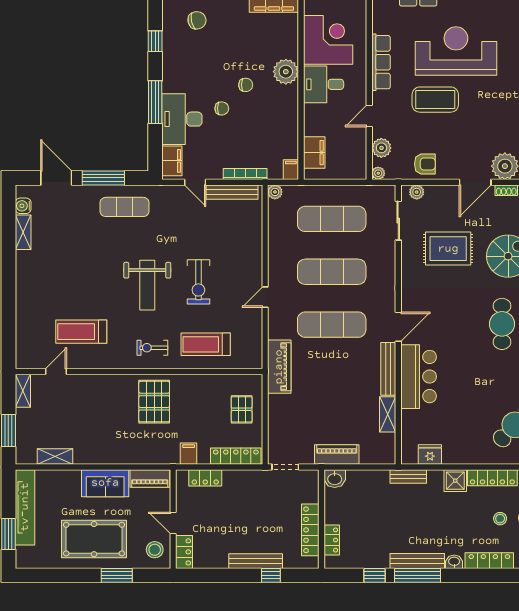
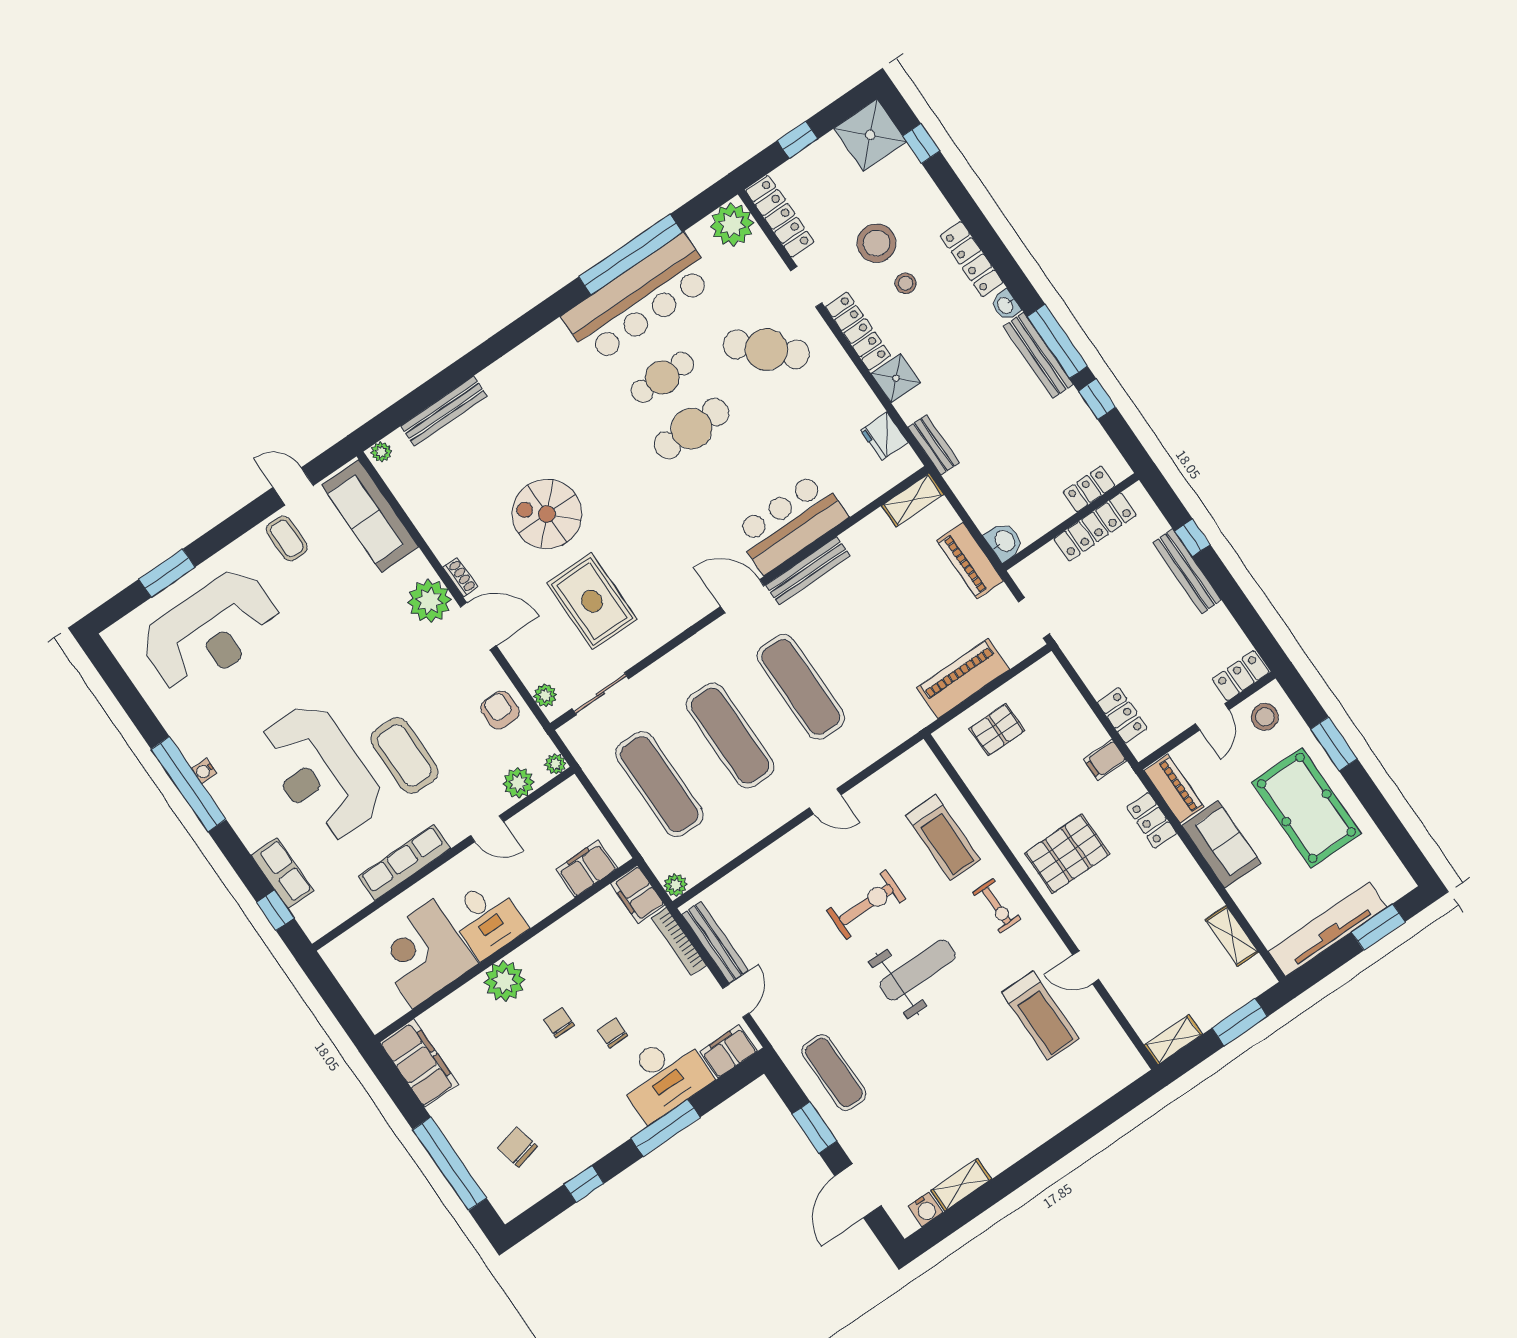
filing cabinet: (291, 170) -> (638, 894), width x2.00
window: (103, 178) -> (814, 1127), width x0.69
cafe table: (502, 324) -> (691, 429), moved
piano: (279, 367) -> (963, 679), moved
door: (56, 372) -> (1086, 967), moved
shelving: (388, 414) -> (913, 500), moved
locker: (236, 456) -> (1152, 820), moved, width x0.66

